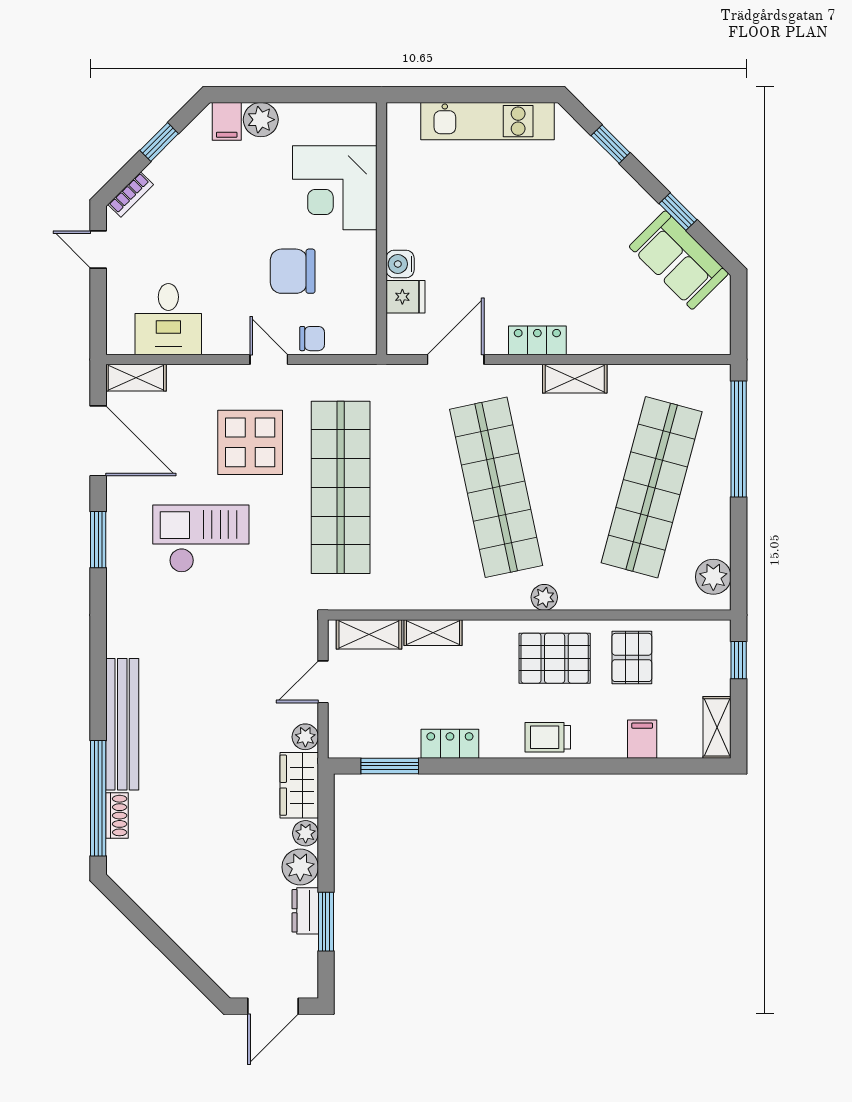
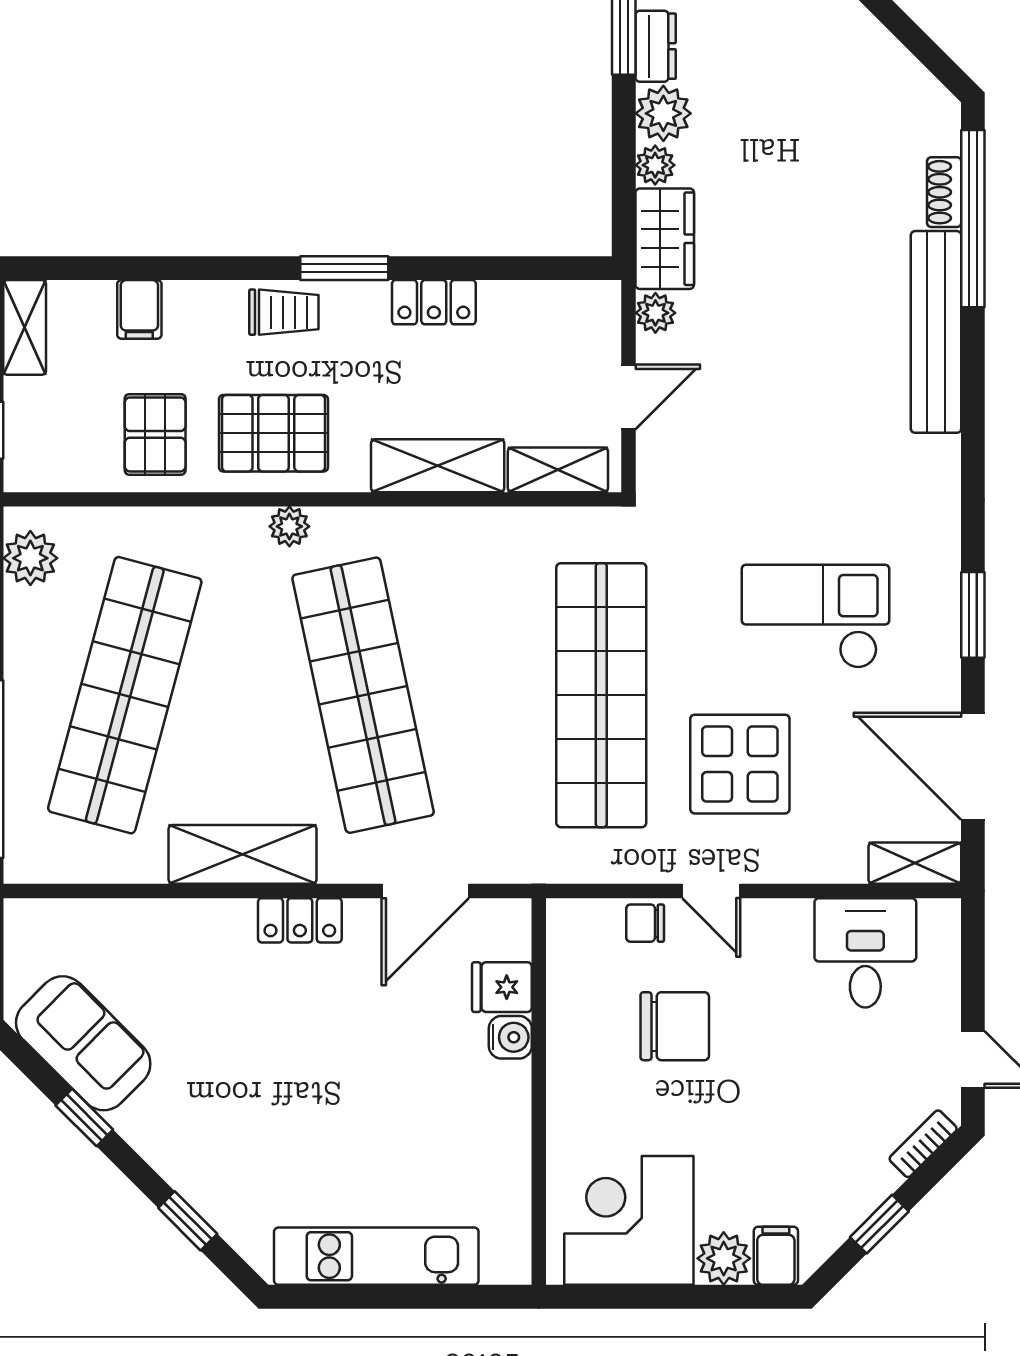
corner desk: (335, 188) -> (629, 1220), moved, turned -90
shelving: (575, 379) -> (243, 854), width x1.50, depth x1.33
checkout: (201, 539) -> (815, 616), turned 180
shelving: (433, 633) -> (438, 466), width x1.50, depth x1.33
window: (390, 766) -> (344, 268), moved

